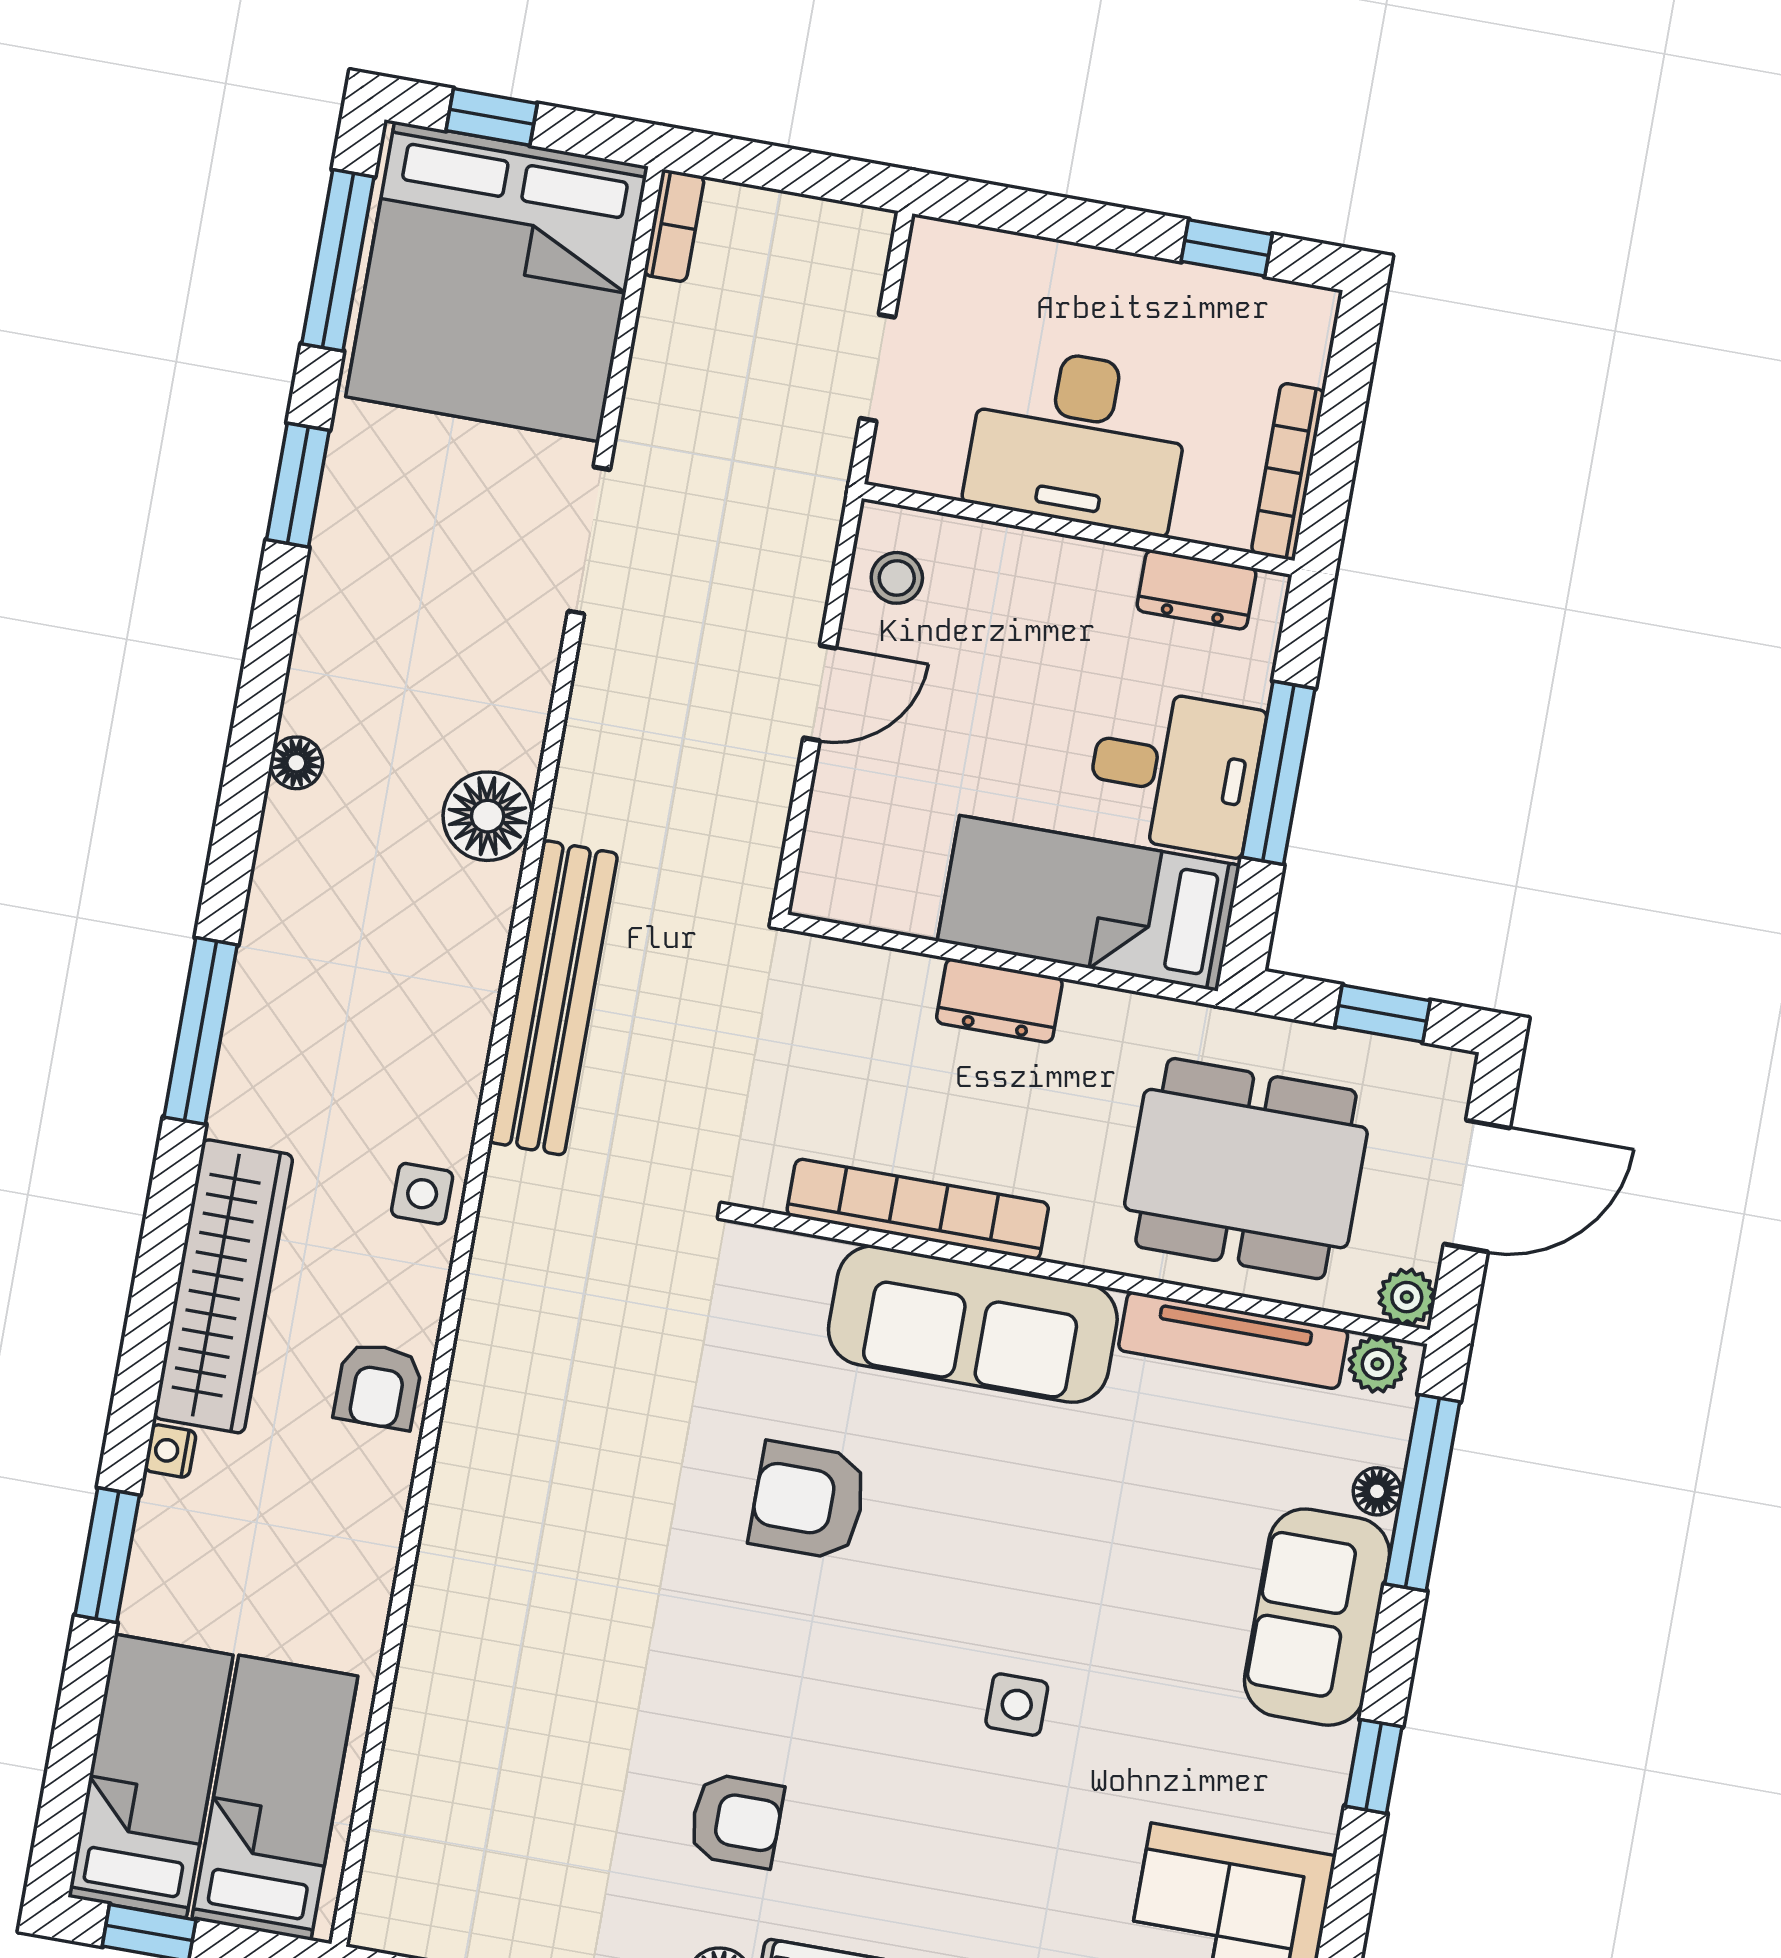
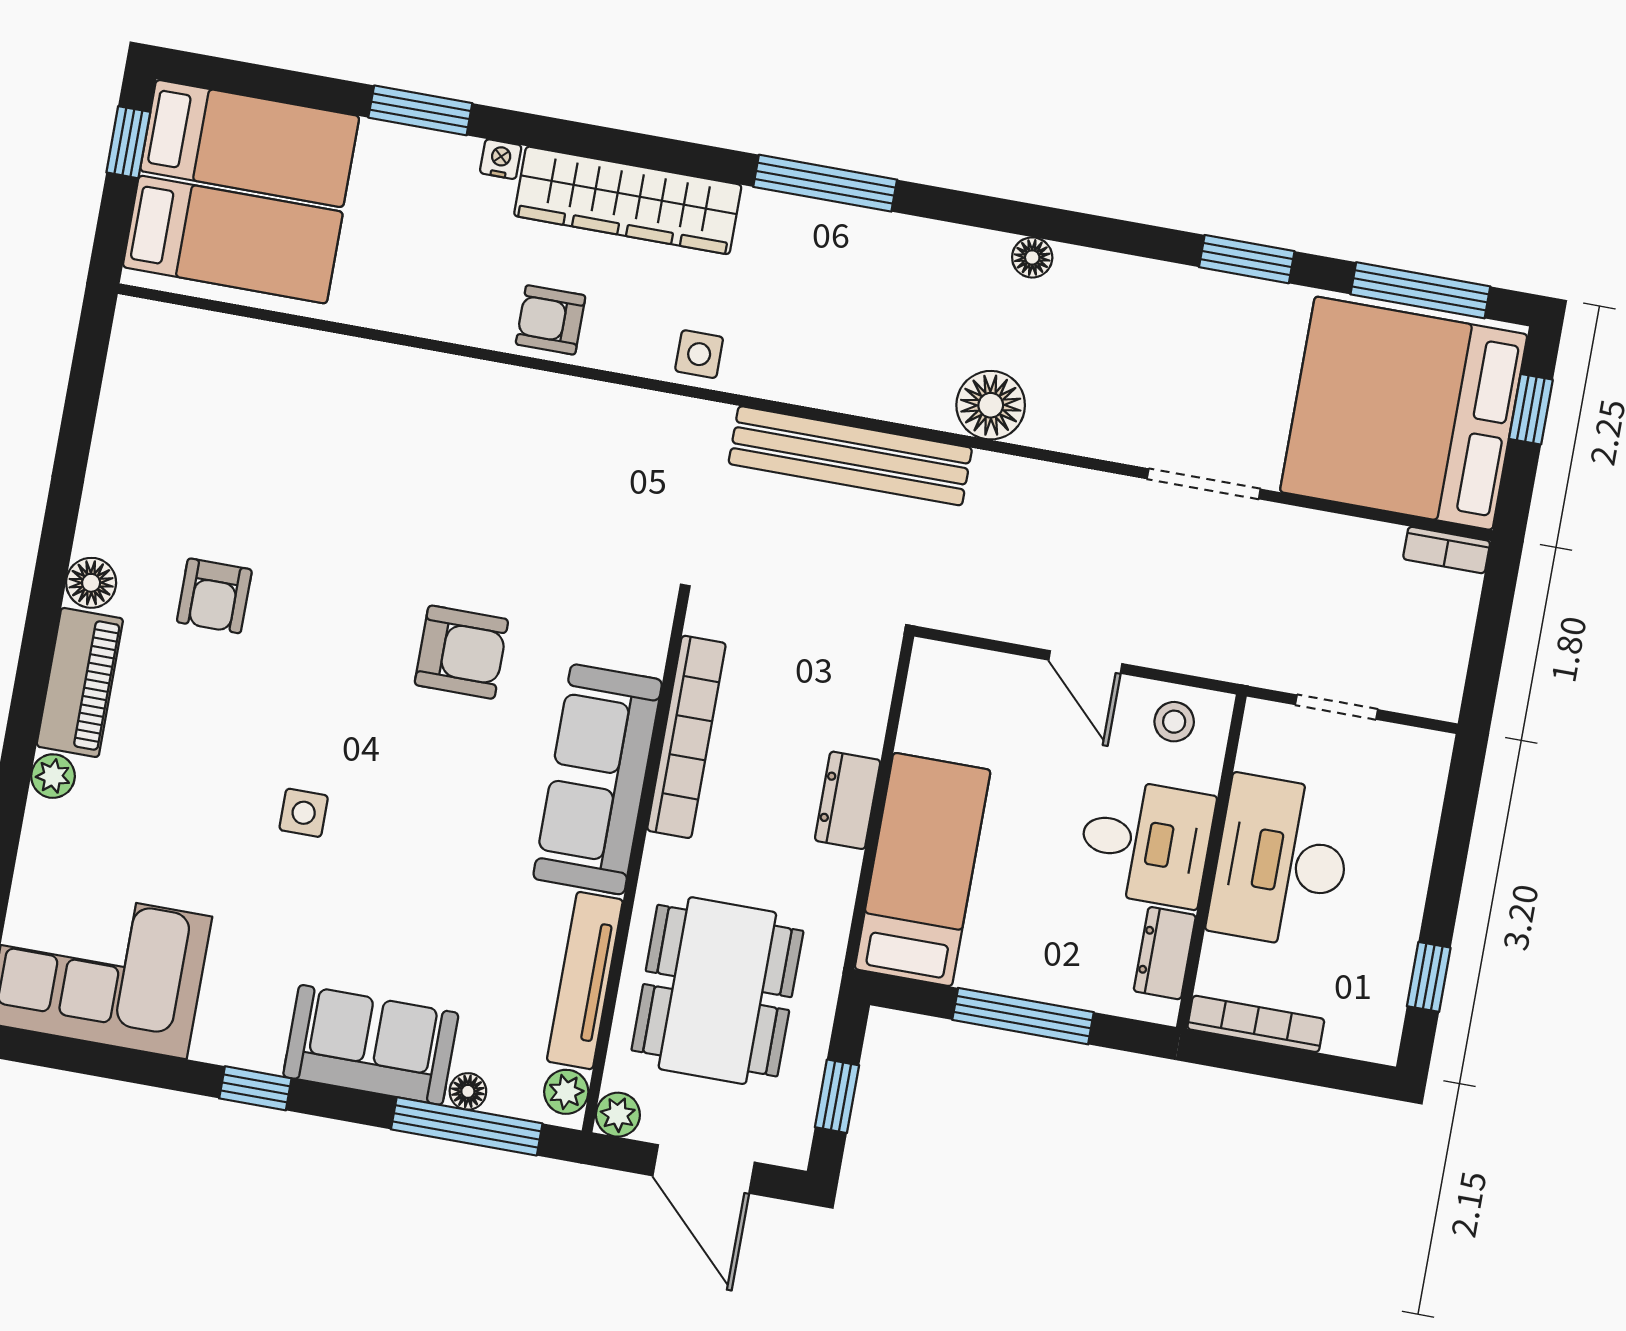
desk: (1175, 771) -> (1146, 842), moved, turned -90
armchair: (808, 1501) -> (461, 652), turned 90

